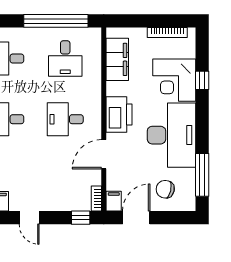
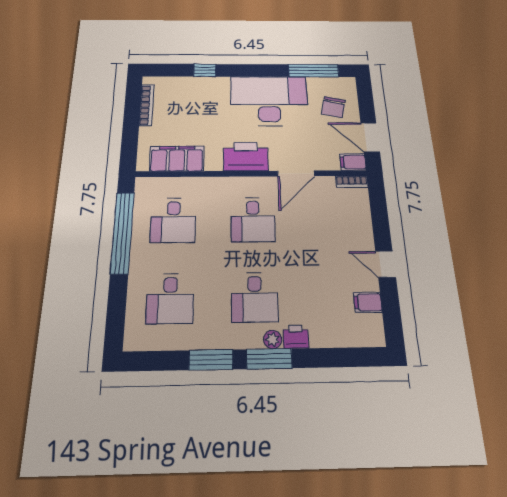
desk: (65, 59) -> (173, 220), turned 90
corner desk: (174, 80) -> (204, 98), removed
door: (104, 154) -> (296, 173), hinge flipped
door: (29, 218) -> (386, 264), swing flipped
window: (81, 218) -> (378, 200), removed

